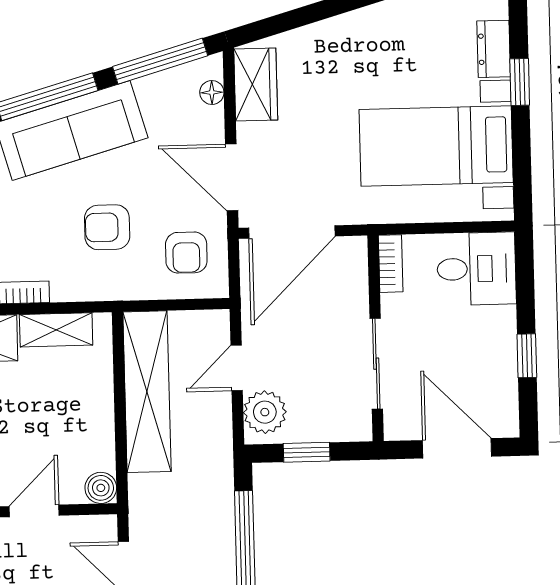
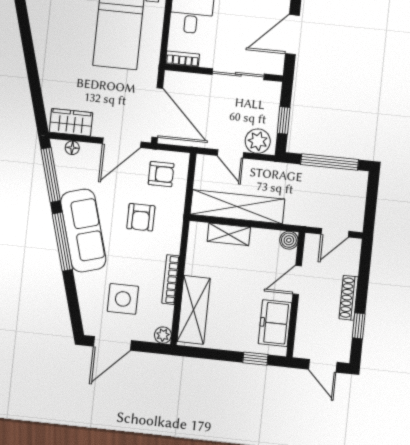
shelving: (56, 330) -> (229, 234), moved, turned 90
door: (34, 511) -> (297, 280), hinge flipped

